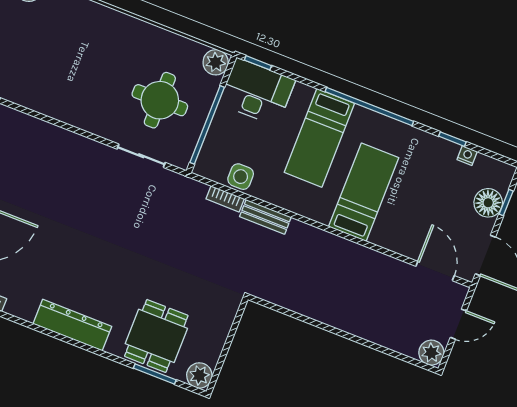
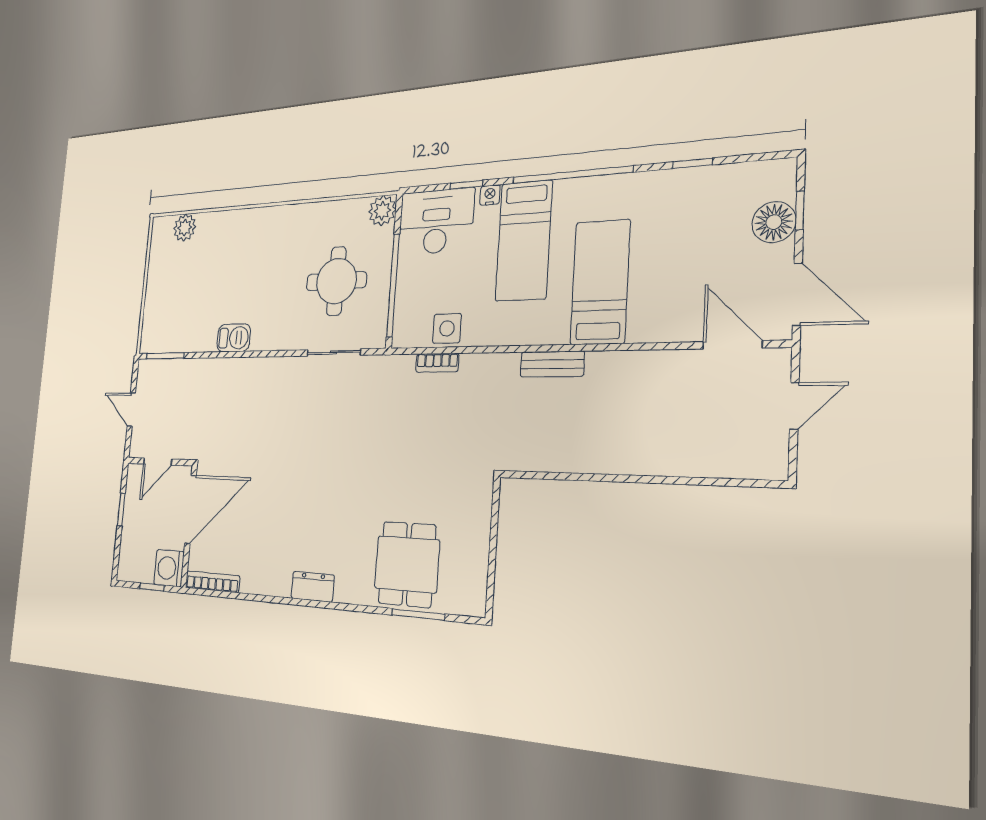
window: (258, 63) -> (466, 185), moved
barbecue: (52, 106) -> (234, 338), added
nightstand: (467, 156) -> (490, 195), moved
bench: (265, 217) -> (552, 364), moved
dresser: (72, 325) -> (313, 587), width x0.51, depth x0.80
plant: (431, 353) -> (769, 461), removed
plant: (199, 375) -> (471, 599), removed

